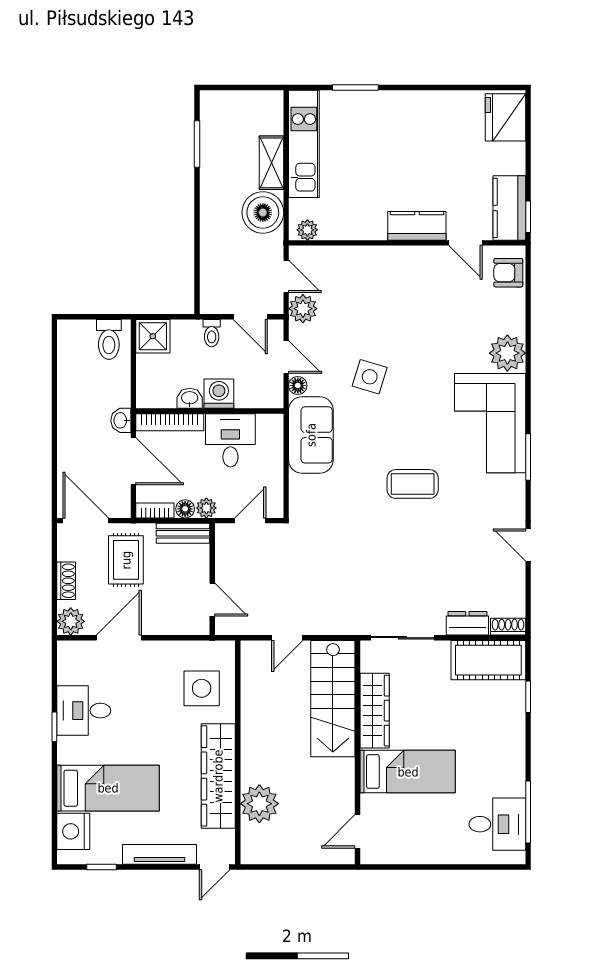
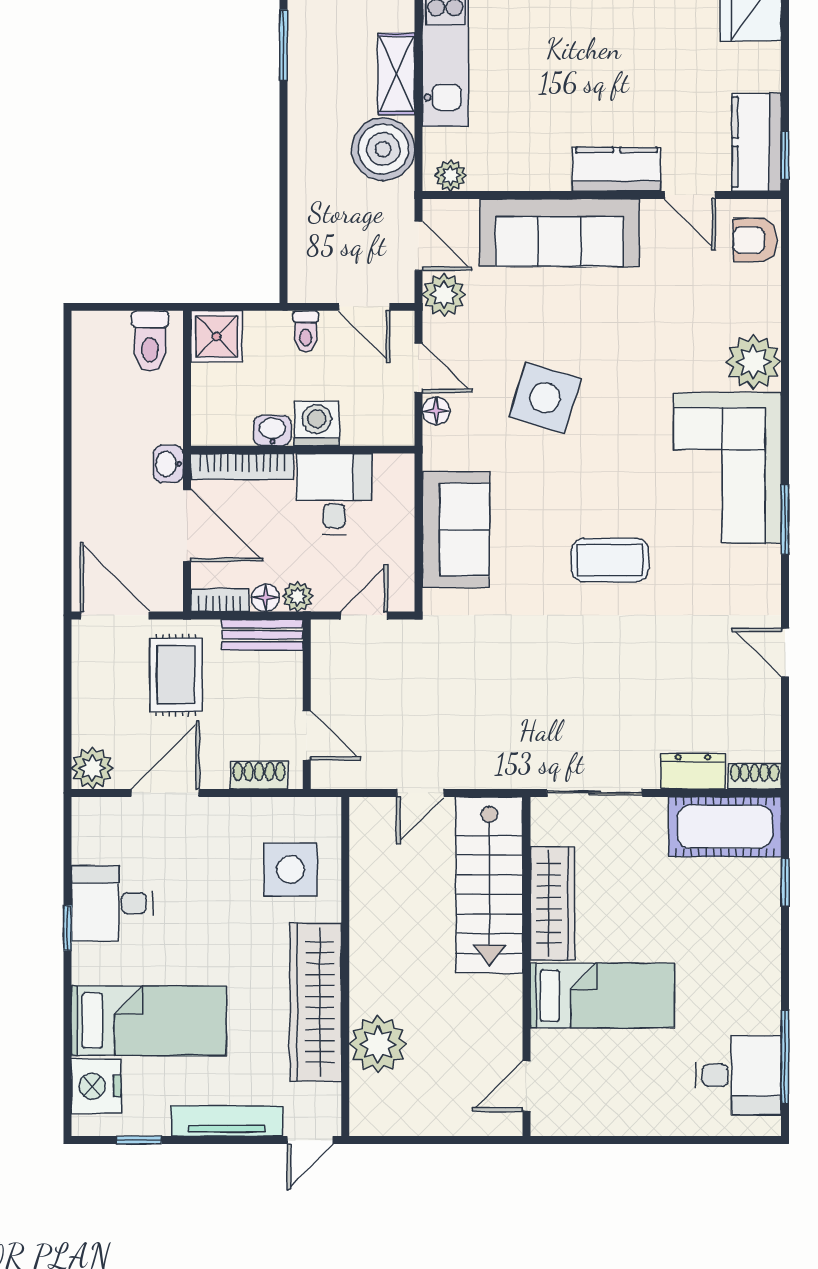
sofa: (379, 268) -> (559, 233), added
side table: (370, 377) -> (545, 398), width x1.37, depth x1.37
sofa: (311, 435) -> (456, 530), moved
shoe rack: (66, 581) -> (259, 775), moved, turned -90

